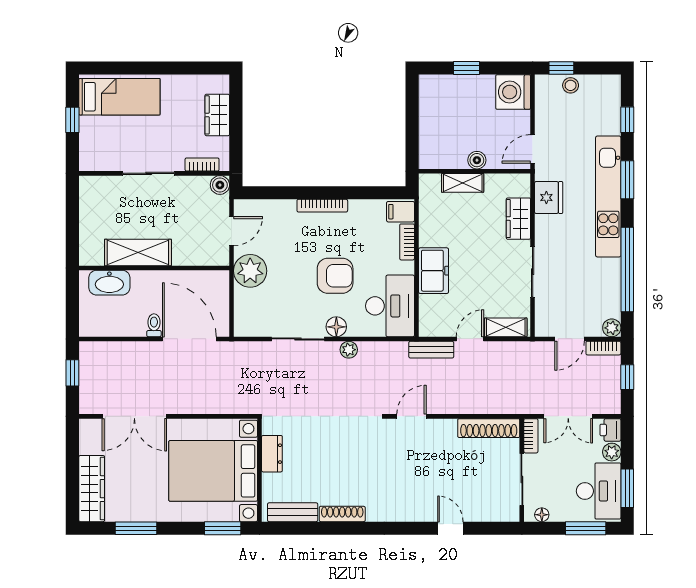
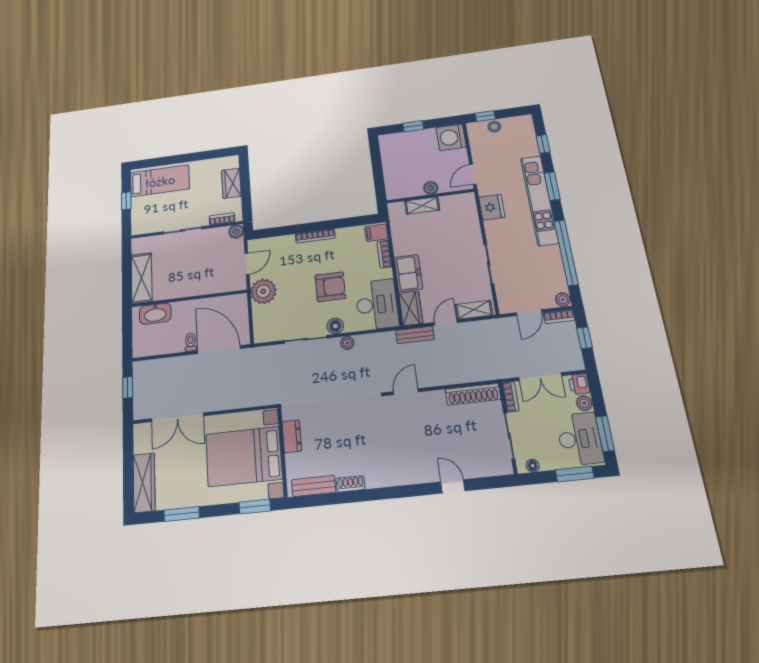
wardrobe: (518, 219) -> (411, 308), moved, turned 180
shelving: (138, 252) -> (142, 278), moved, turned 90
shoe rack: (342, 514) -> (351, 484), width x0.70

